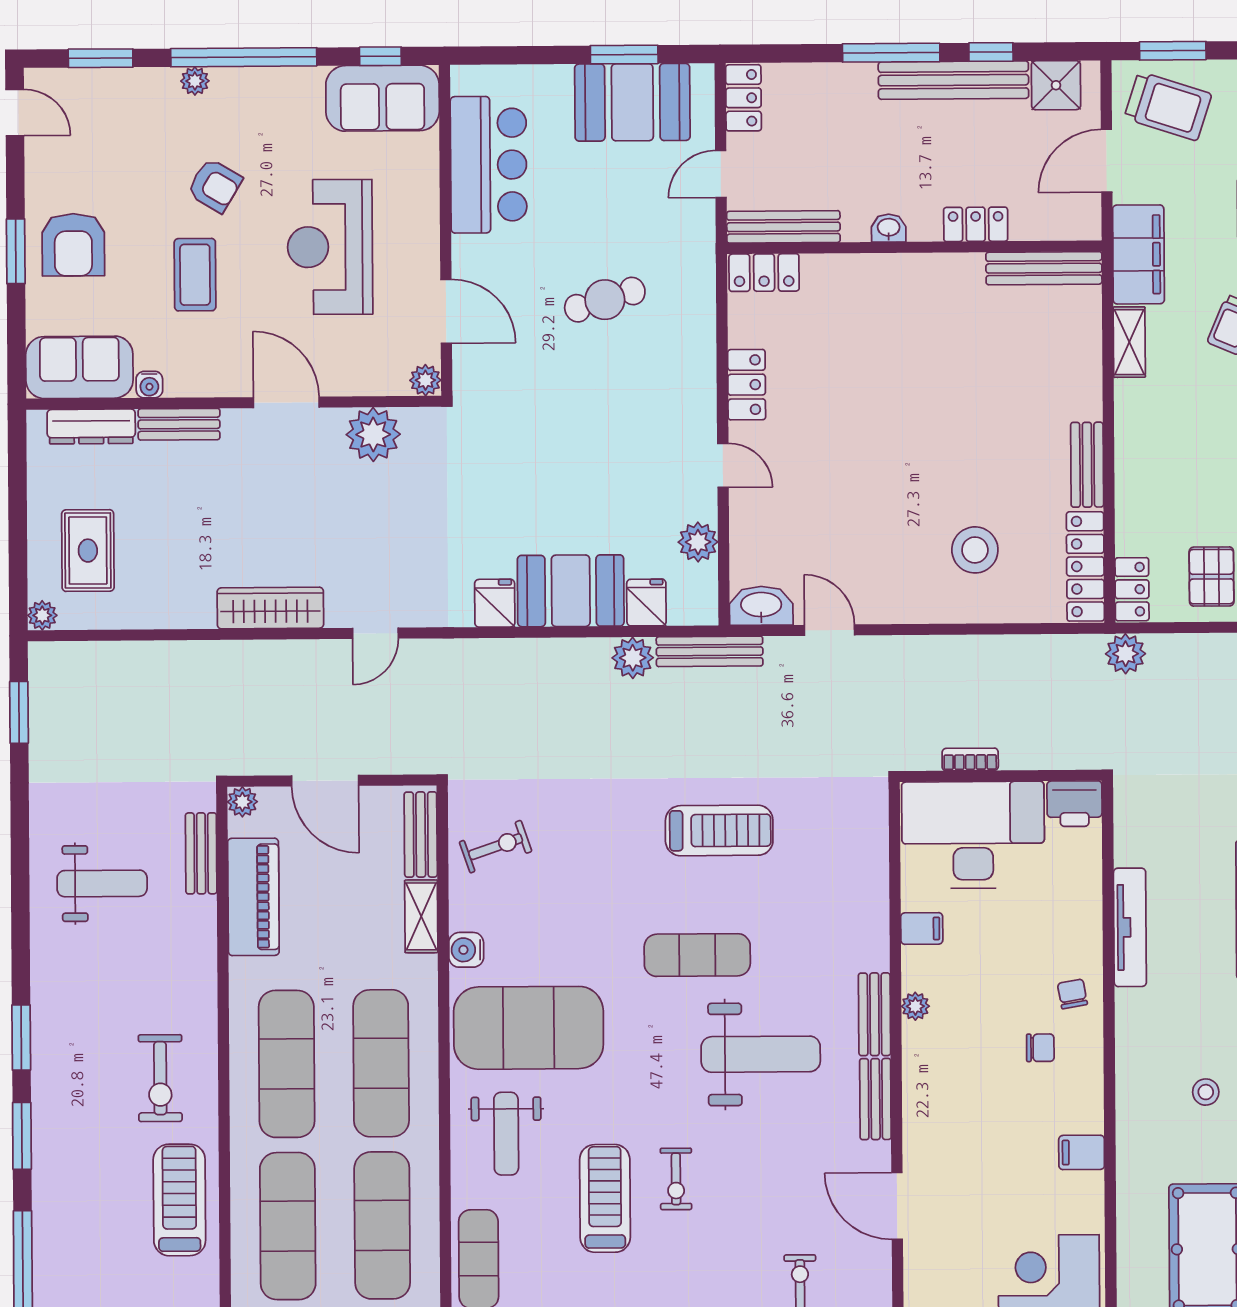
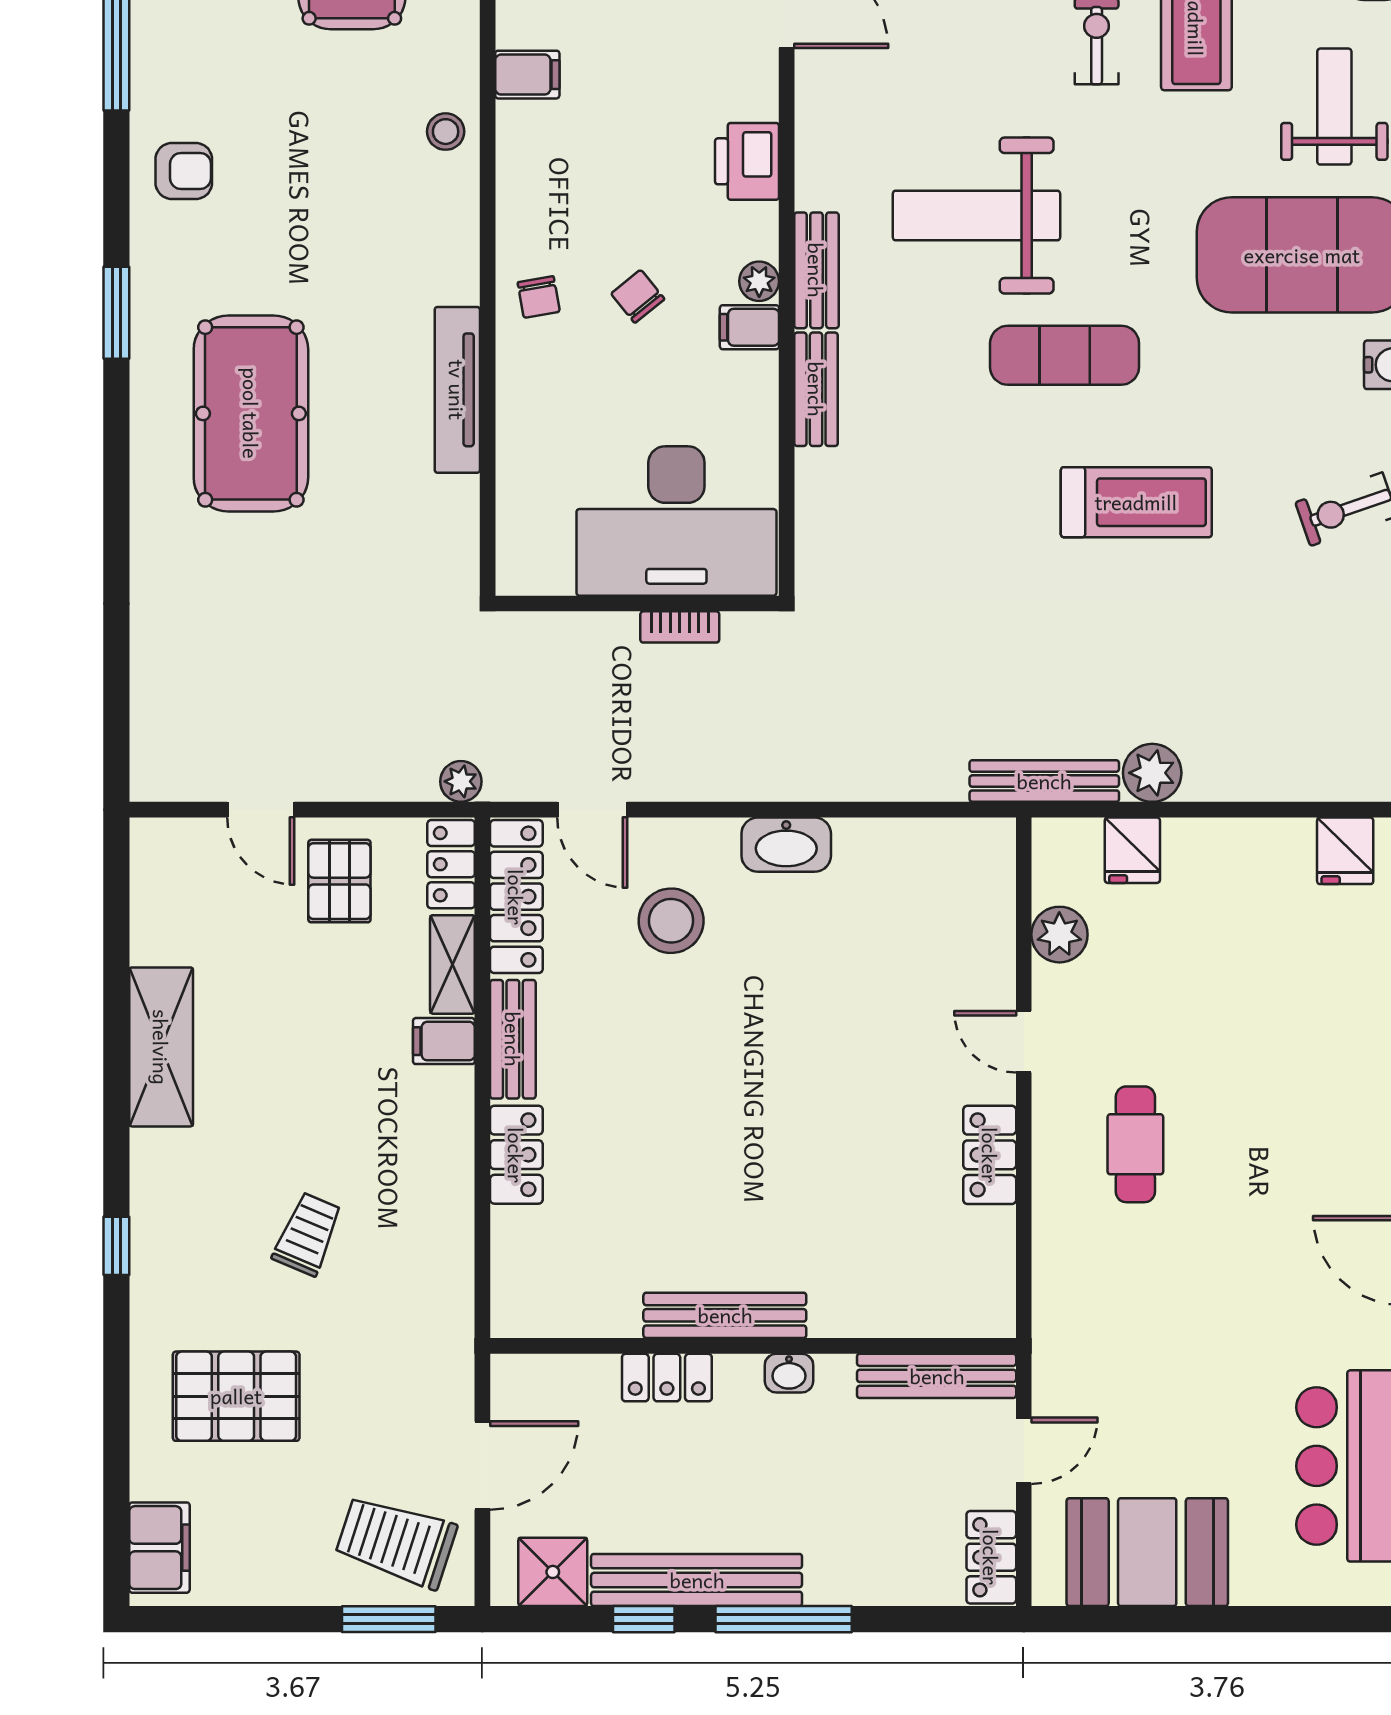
window: (624, 55) -> (1158, 1619), removed
filing cabinet: (1138, 254) -> (444, 1041), moved, width x0.33, depth x0.86
bench: (1044, 268) -> (725, 1315), moved
locker: (764, 273) -> (516, 1155), moved, turned 90
cafe table: (605, 300) -> (1135, 1144), moved, turned -73
shelving: (1129, 342) -> (452, 964), moved
booth: (571, 591) -> (1239, 867), removed
washbasin: (761, 606) -> (786, 845), moved
door: (829, 630) -> (592, 810), moved
plant: (1126, 654) -> (461, 781), width x0.73, depth x0.73
printer: (1075, 804) -> (747, 161), moved, turned -90
treadmill: (719, 830) -> (1136, 502), moved, turned 180
filing cabinet: (922, 929) -> (749, 327), moved
chair: (1040, 1048) -> (638, 296), moved, turned 51
stool: (1206, 1092) -> (446, 132), moved
bench: (875, 1099) -> (816, 389), moved

